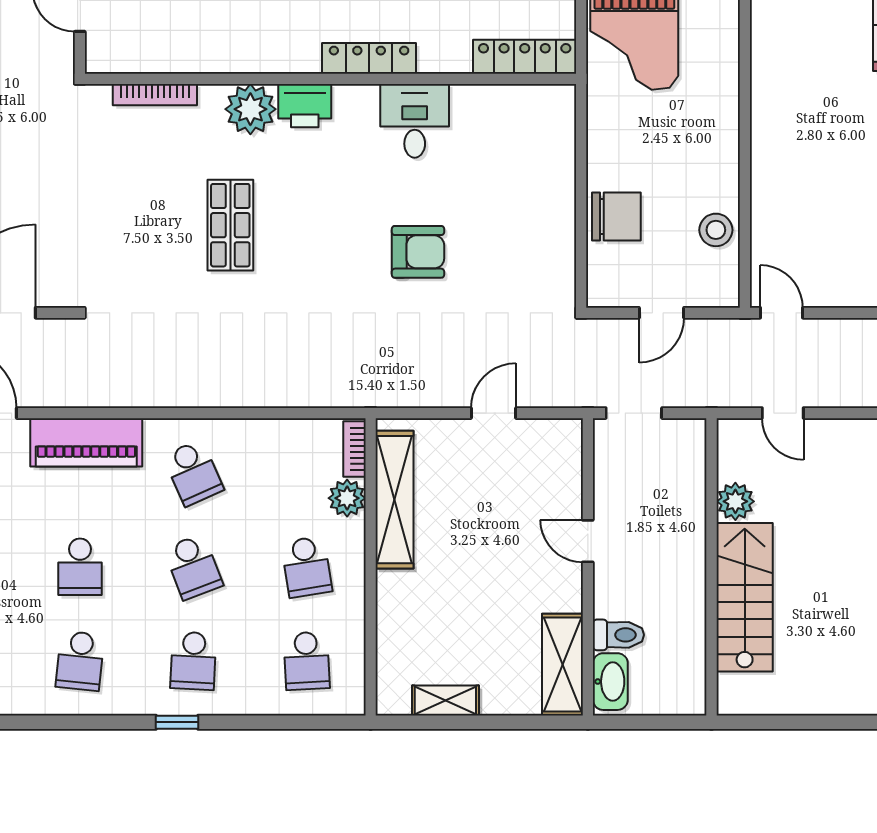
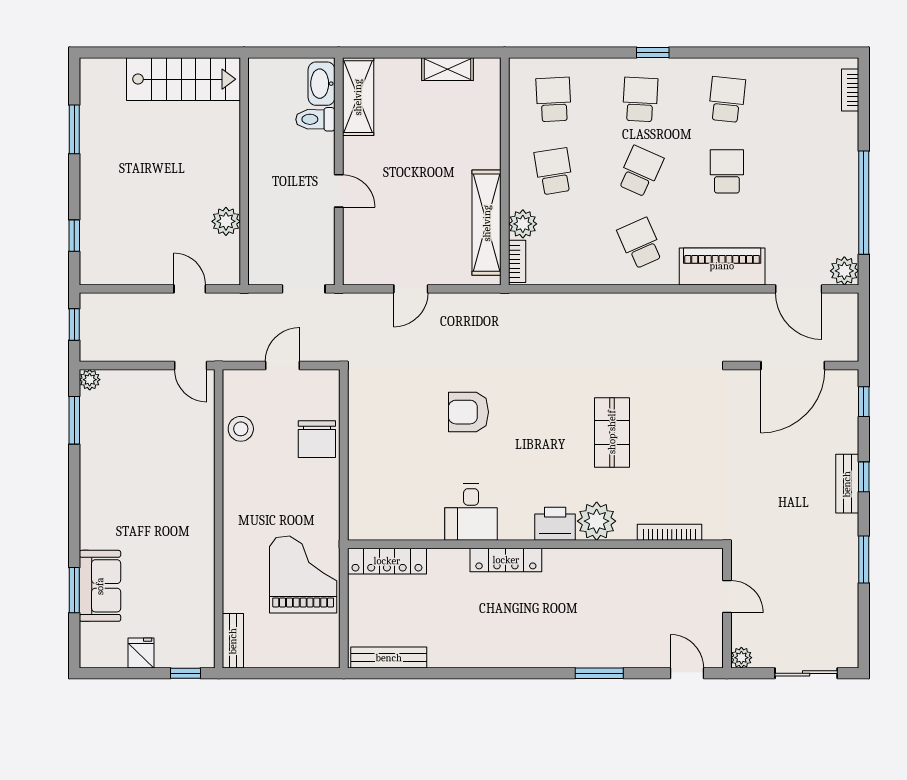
chair: (616, 217) -> (317, 439), turned -90
school desk: (193, 567) -> (640, 171), turned 45
stairs: (745, 597) -> (183, 79), moved, turned -90

